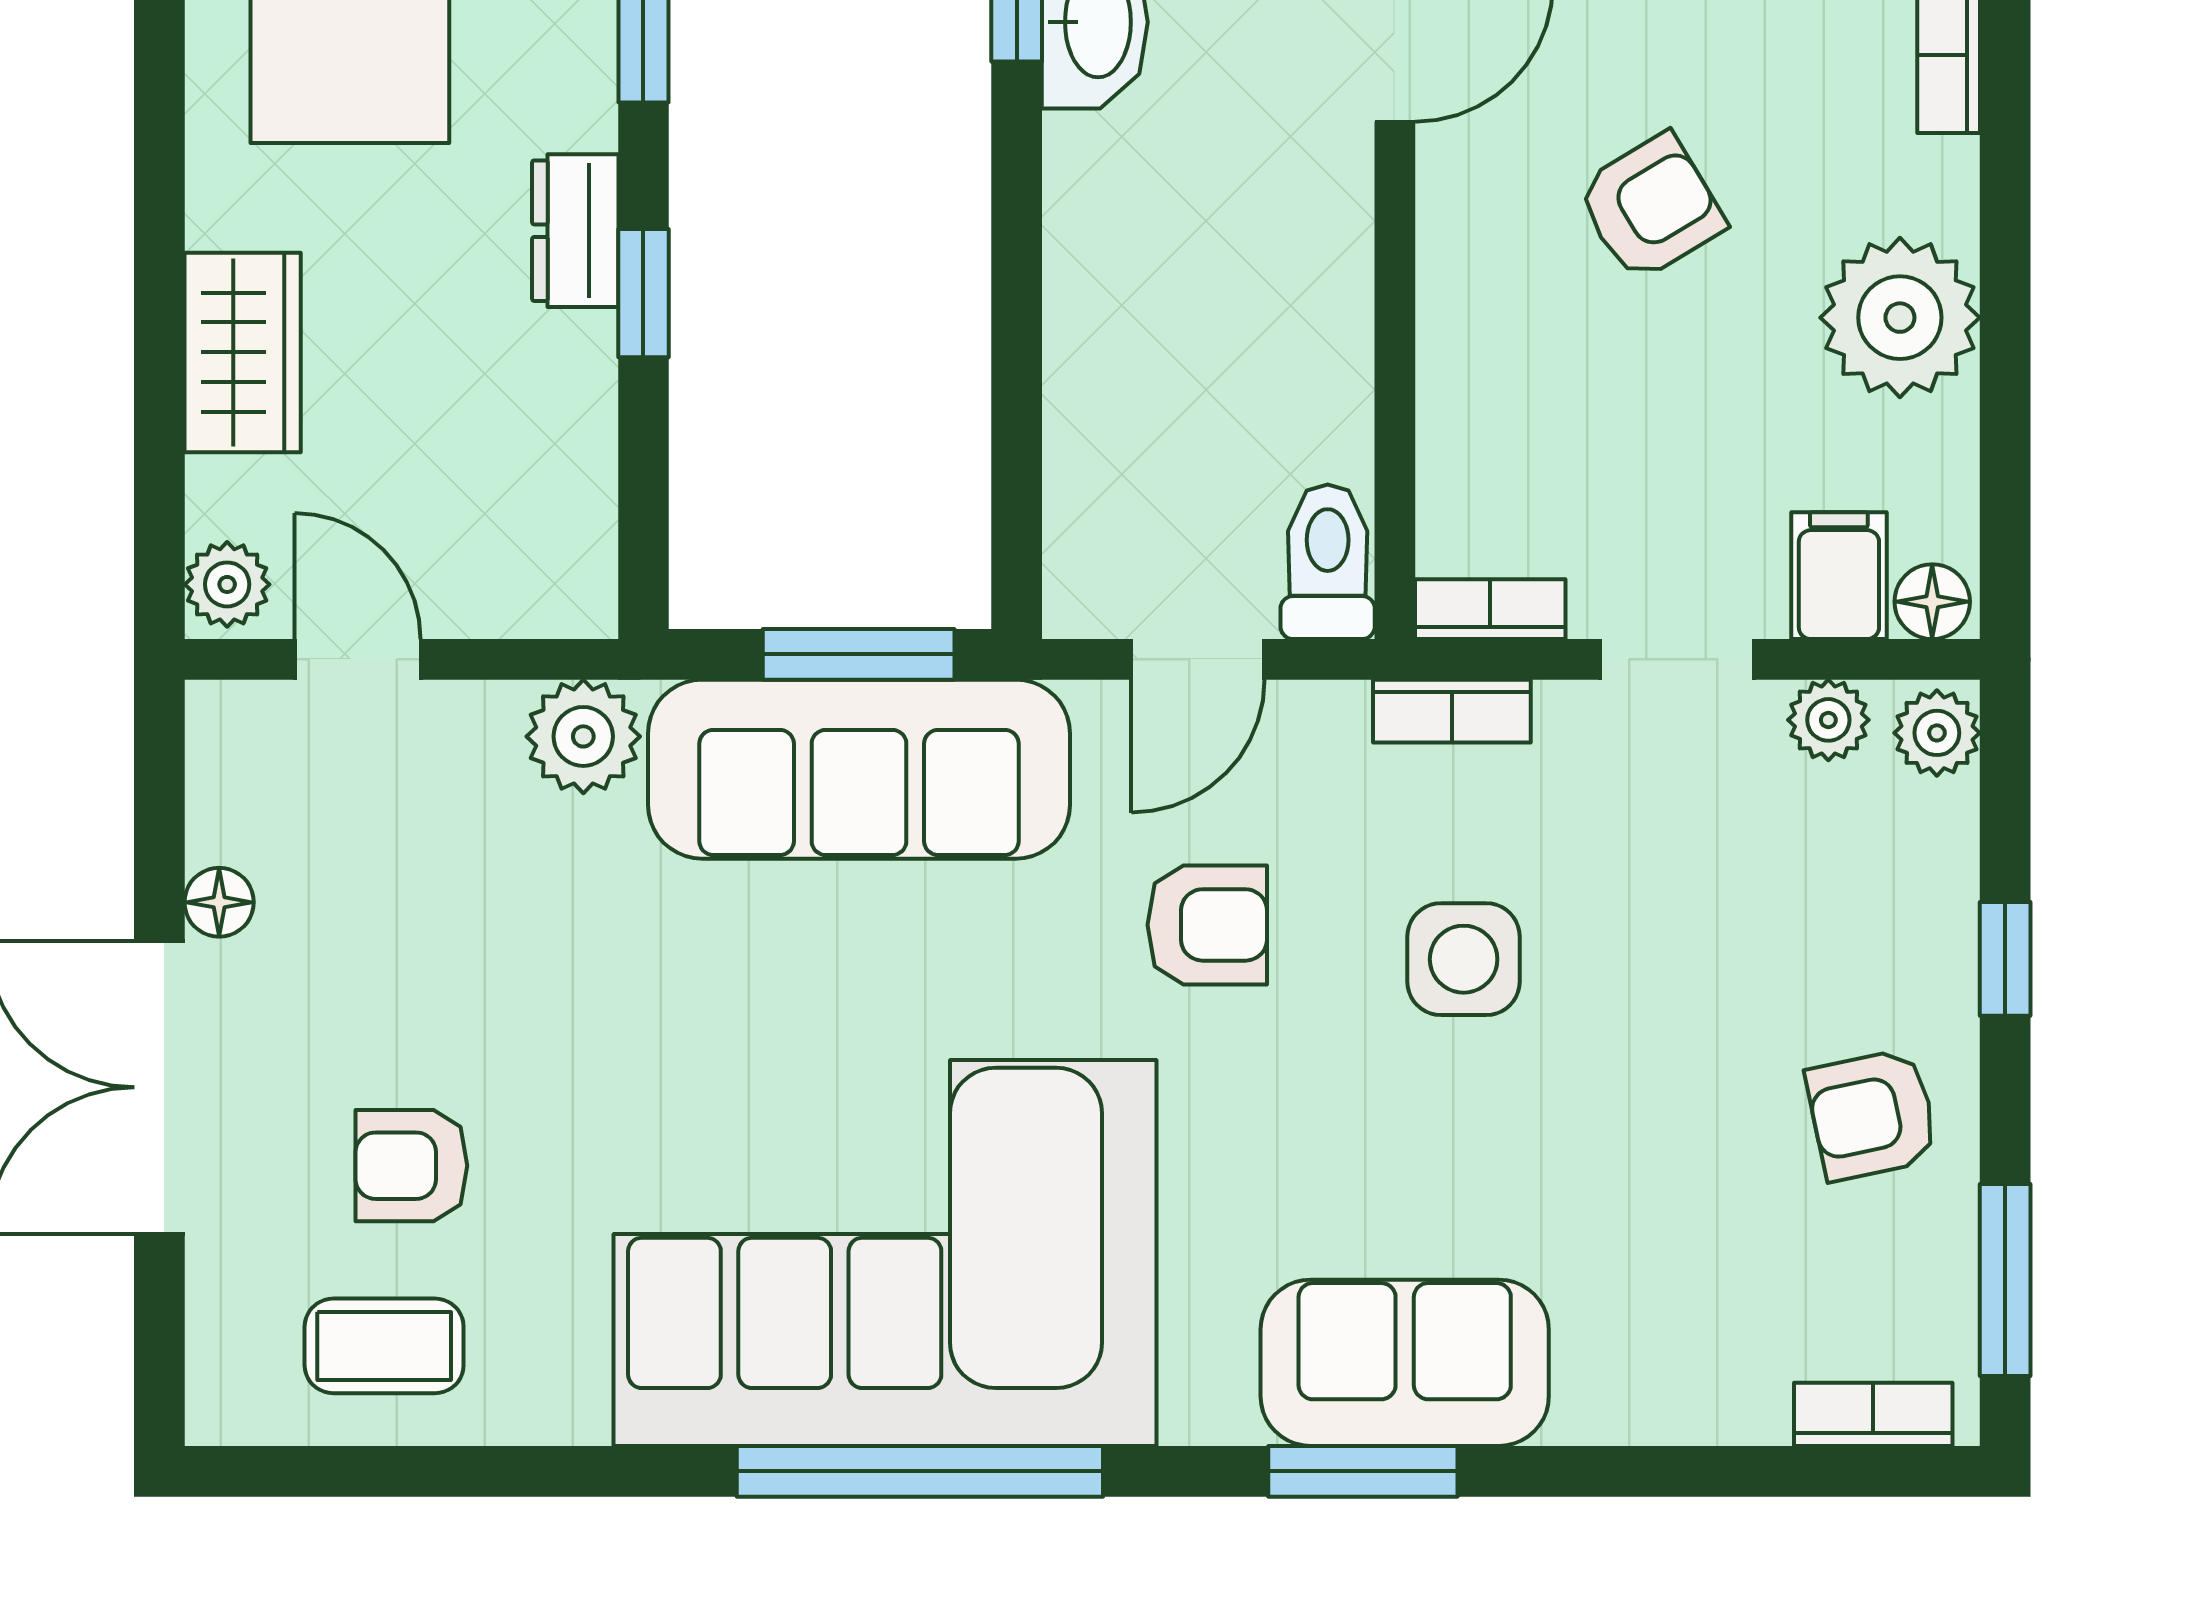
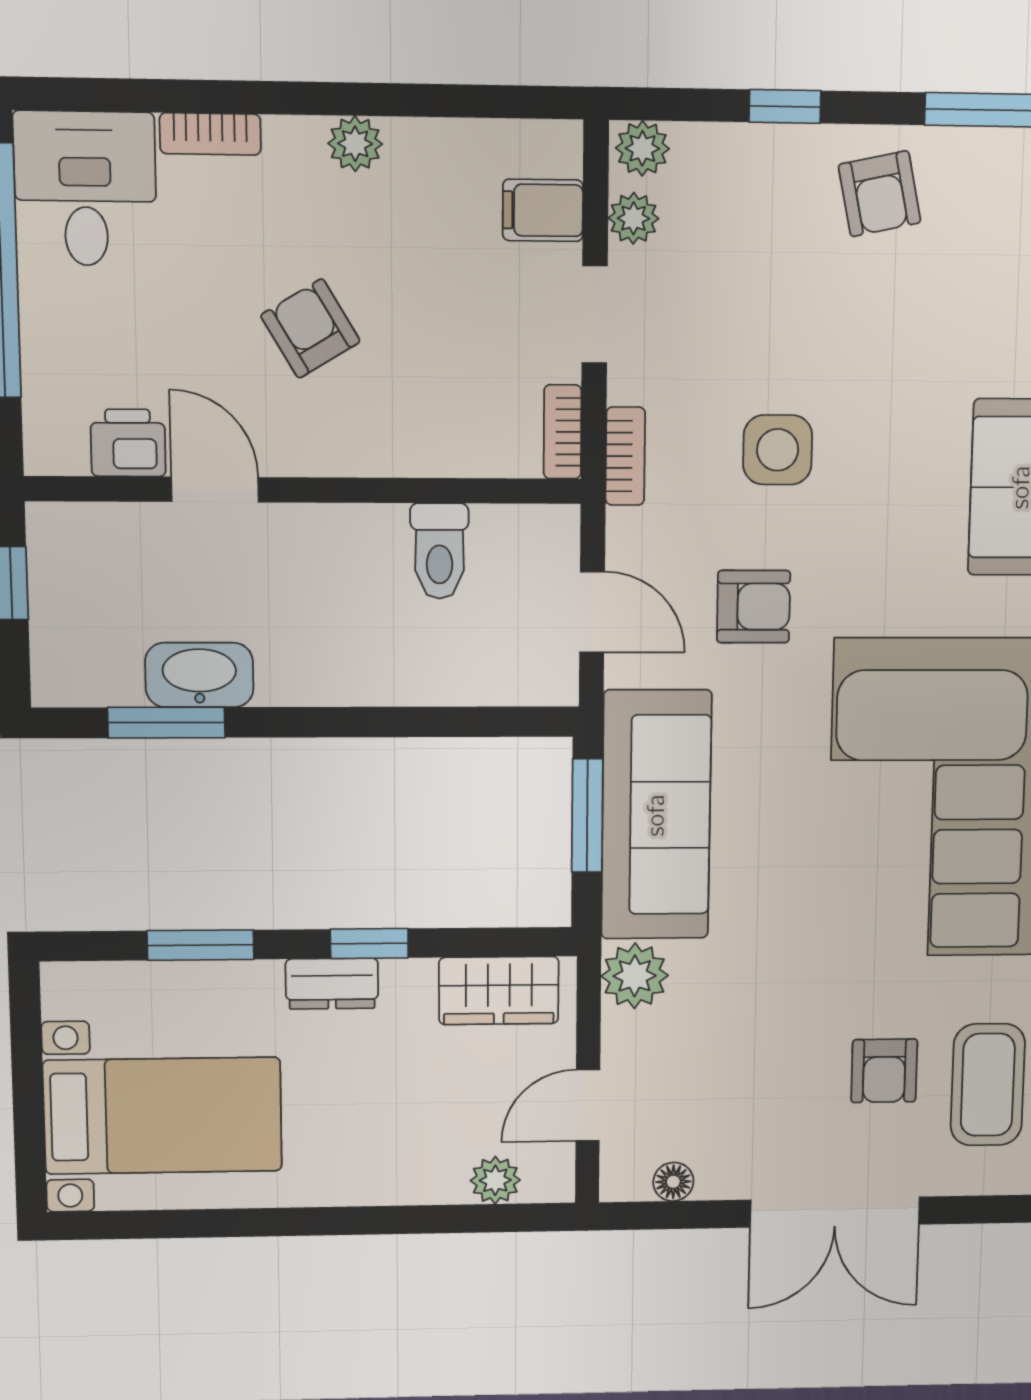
plant: (1900, 318) -> (355, 144), width x0.53, depth x0.53
wardrobe: (243, 352) -> (499, 991), moved, turned 180
toilet: (1328, 562) -> (439, 551), moved, turned -90
plant: (227, 584) -> (495, 1180), moved
floor lamp: (1932, 602) -> (560, 150), removed
floor lamp: (219, 902) -> (673, 1182), moved
armchair: (1207, 925) -> (754, 607), turned 90
coffee table: (384, 1346) -> (988, 1085), width x1.36, depth x1.30

